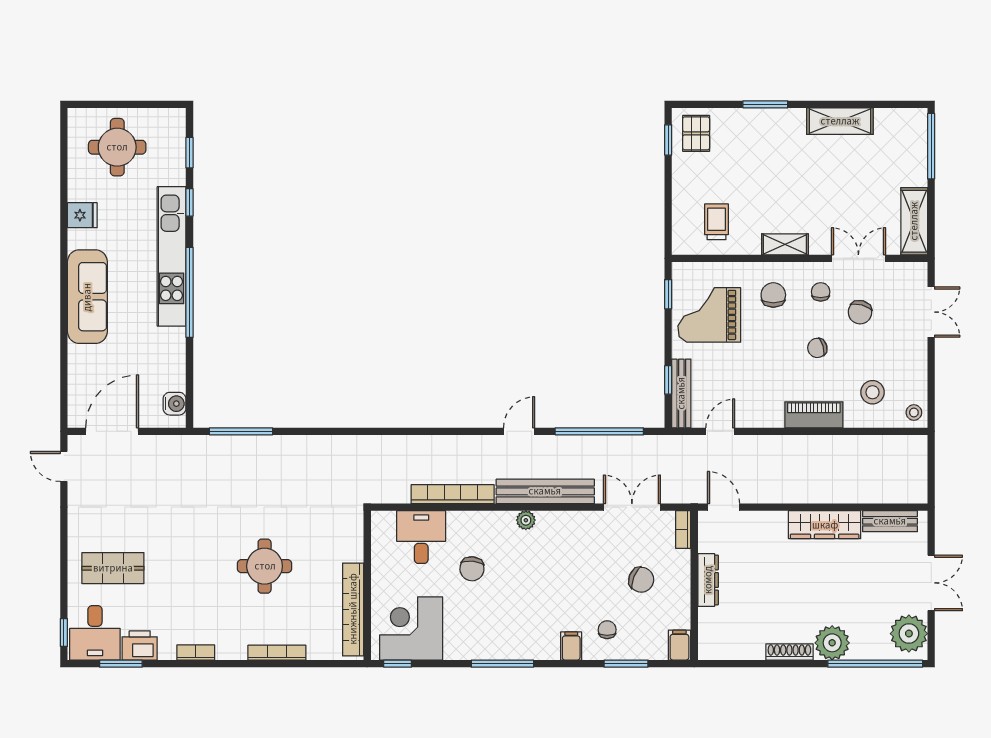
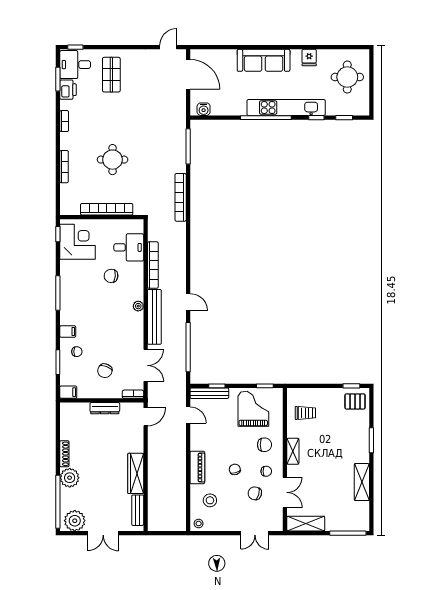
bookcase: (332, 445) -> (181, 197), added
bookcase: (353, 609) -> (107, 209), moved

